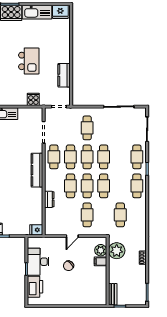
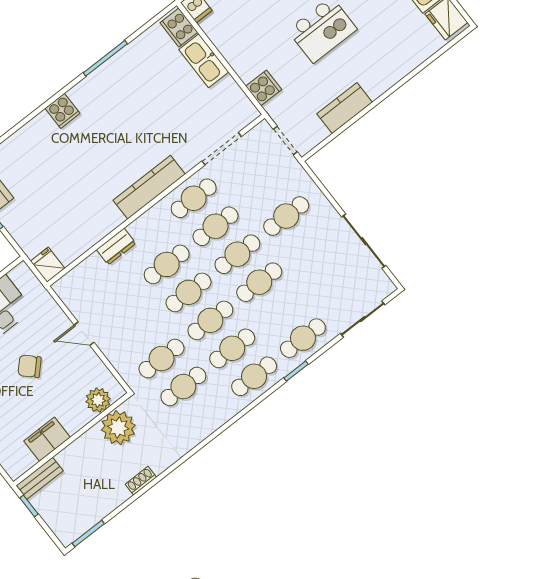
cafe table: (120, 186) -> (232, 348), added
cafe table: (87, 215) -> (162, 359), moved
filing cabinet: (100, 261) -> (47, 439), moved, width x2.00

